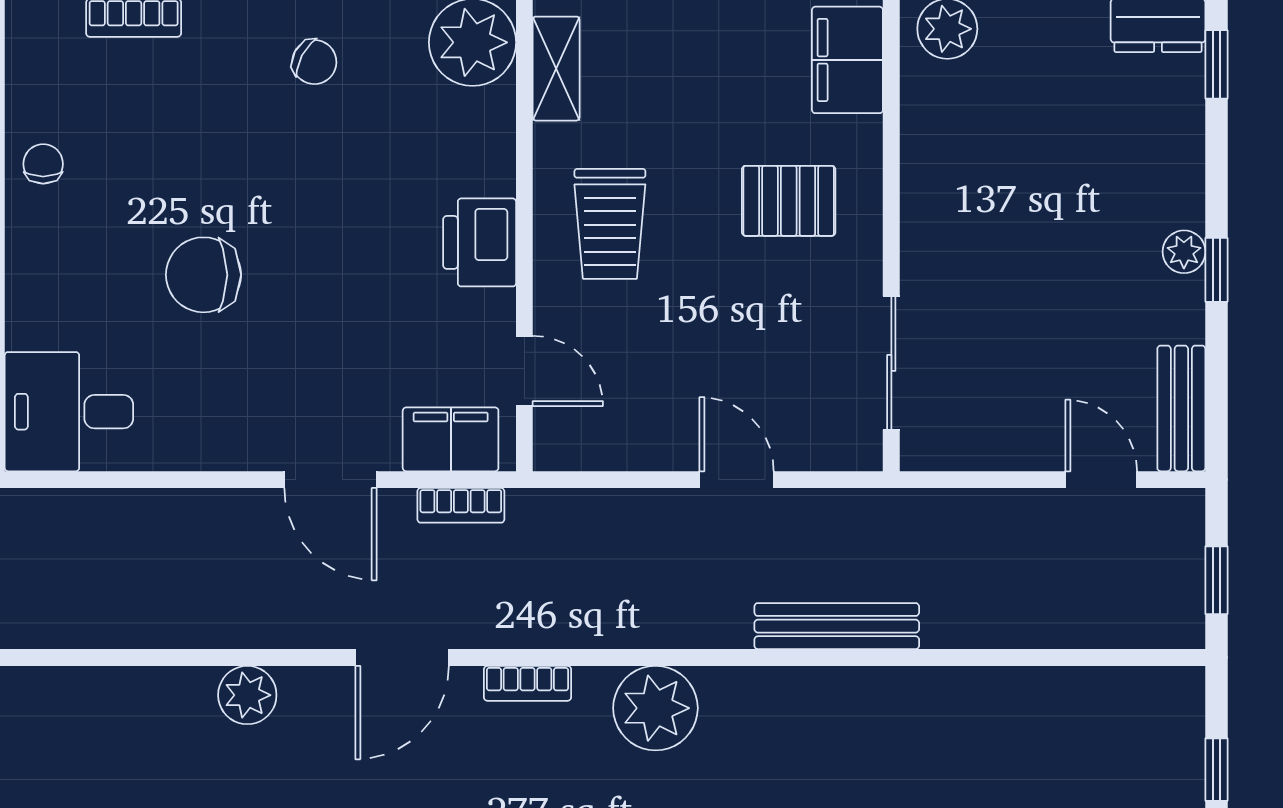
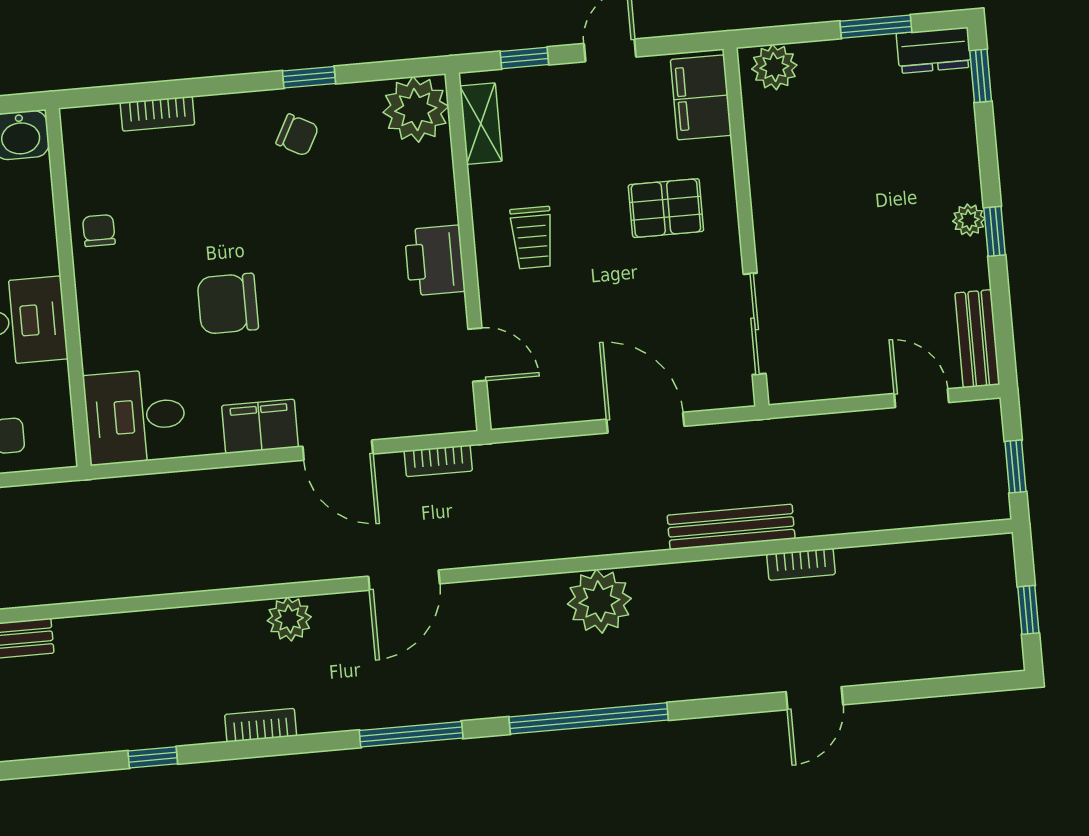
trolley: (610, 224) -> (532, 238), width x0.73, depth x0.72
filing cabinet: (451, 439) -> (260, 426), moved
door: (737, 480) -> (645, 423), width x1.38
bookcase: (528, 683) -> (801, 564), moved

